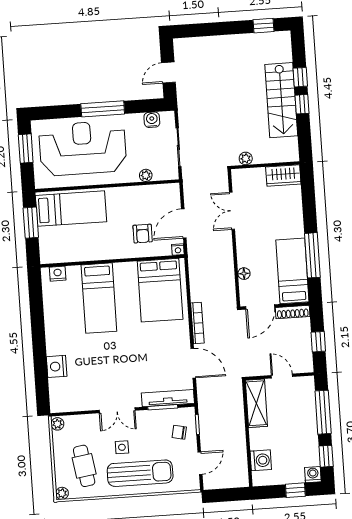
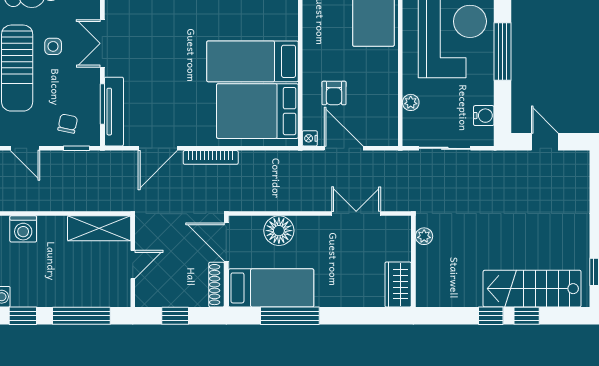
stairs: (281, 100) -> (532, 289), moved
armchair: (143, 234) -> (334, 93), turned -90
floor lamp: (244, 274) -> (279, 231), width x1.89, depth x1.89
bed: (99, 298) -> (253, 61), moved

